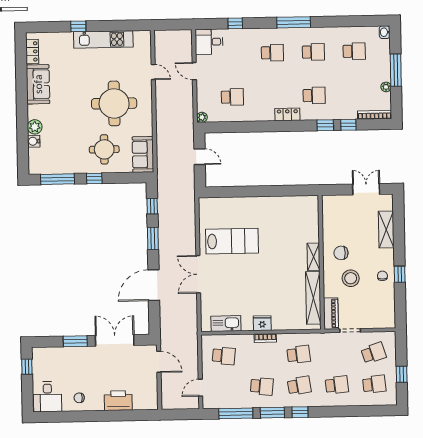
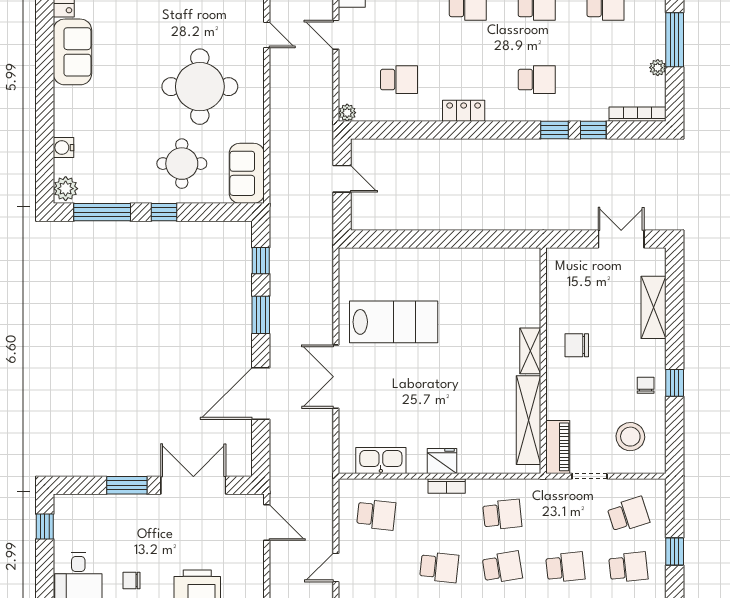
locker: (287, 115) -> (464, 111), moved
plant: (35, 127) -> (66, 189), moved
stool: (351, 278) -> (630, 437), moved

